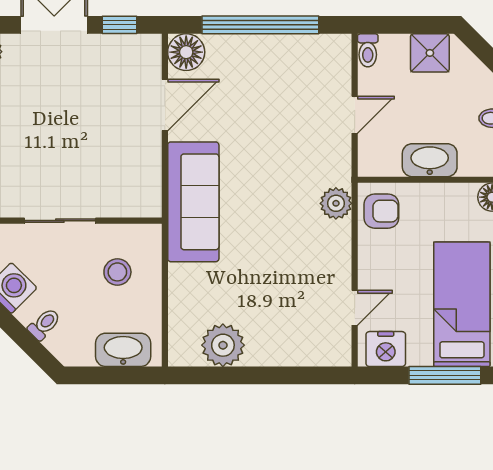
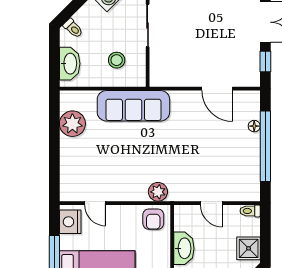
floor lamp: (186, 52) -> (254, 126), moved, width x0.53, depth x0.53
sofa: (193, 202) -> (133, 106), moved
toilet: (44, 324) -> (73, 28), moved

